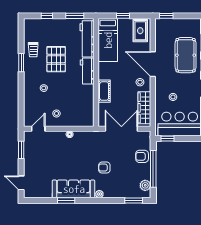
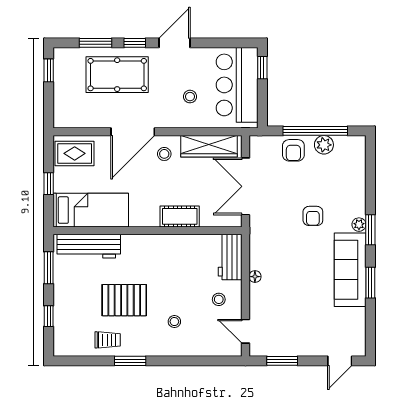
window: (166, 16) -> (49, 70), moved
workbench: (87, 71) -> (230, 257), moved, turned 90
window: (167, 139) -> (262, 68), moved
plant: (145, 185) -> (324, 145), moved
window: (134, 201) -> (370, 230), moved

